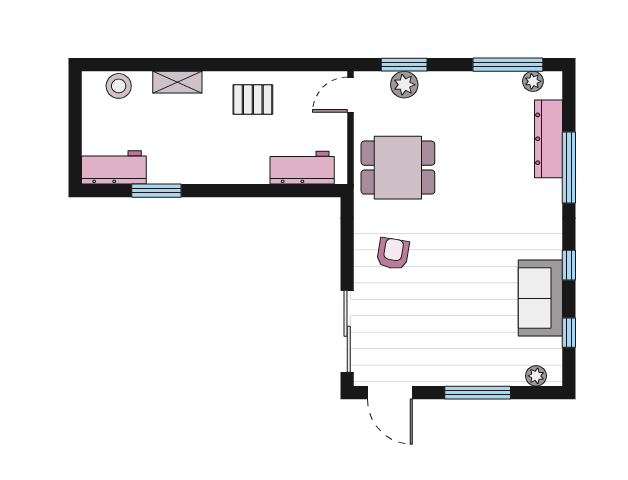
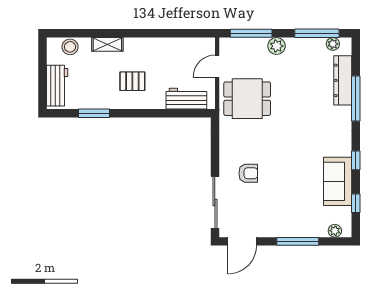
window: (404, 65) -> (251, 33), width x1.44
plant: (404, 85) -> (277, 46), moved
door: (350, 95) -> (217, 66), moved
pallet: (253, 99) -> (132, 81), moved
workbench: (114, 167) -> (57, 86), moved, turned 90
armchair: (393, 254) -> (248, 173), moved, turned 81
door: (390, 393) -> (242, 241), hinge flipped

